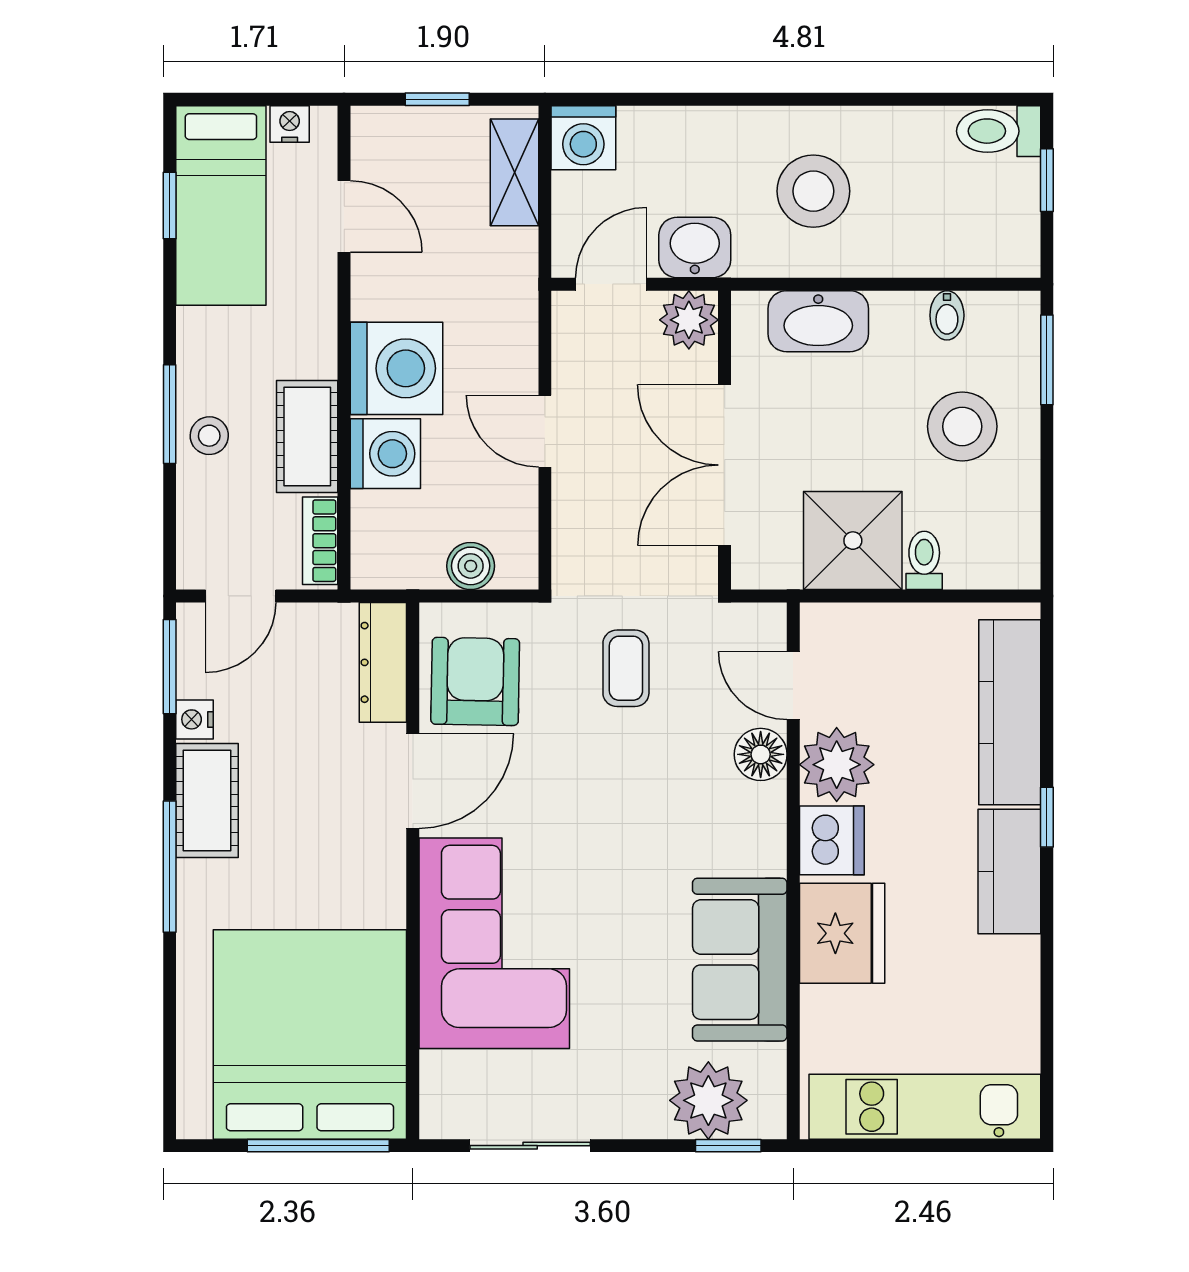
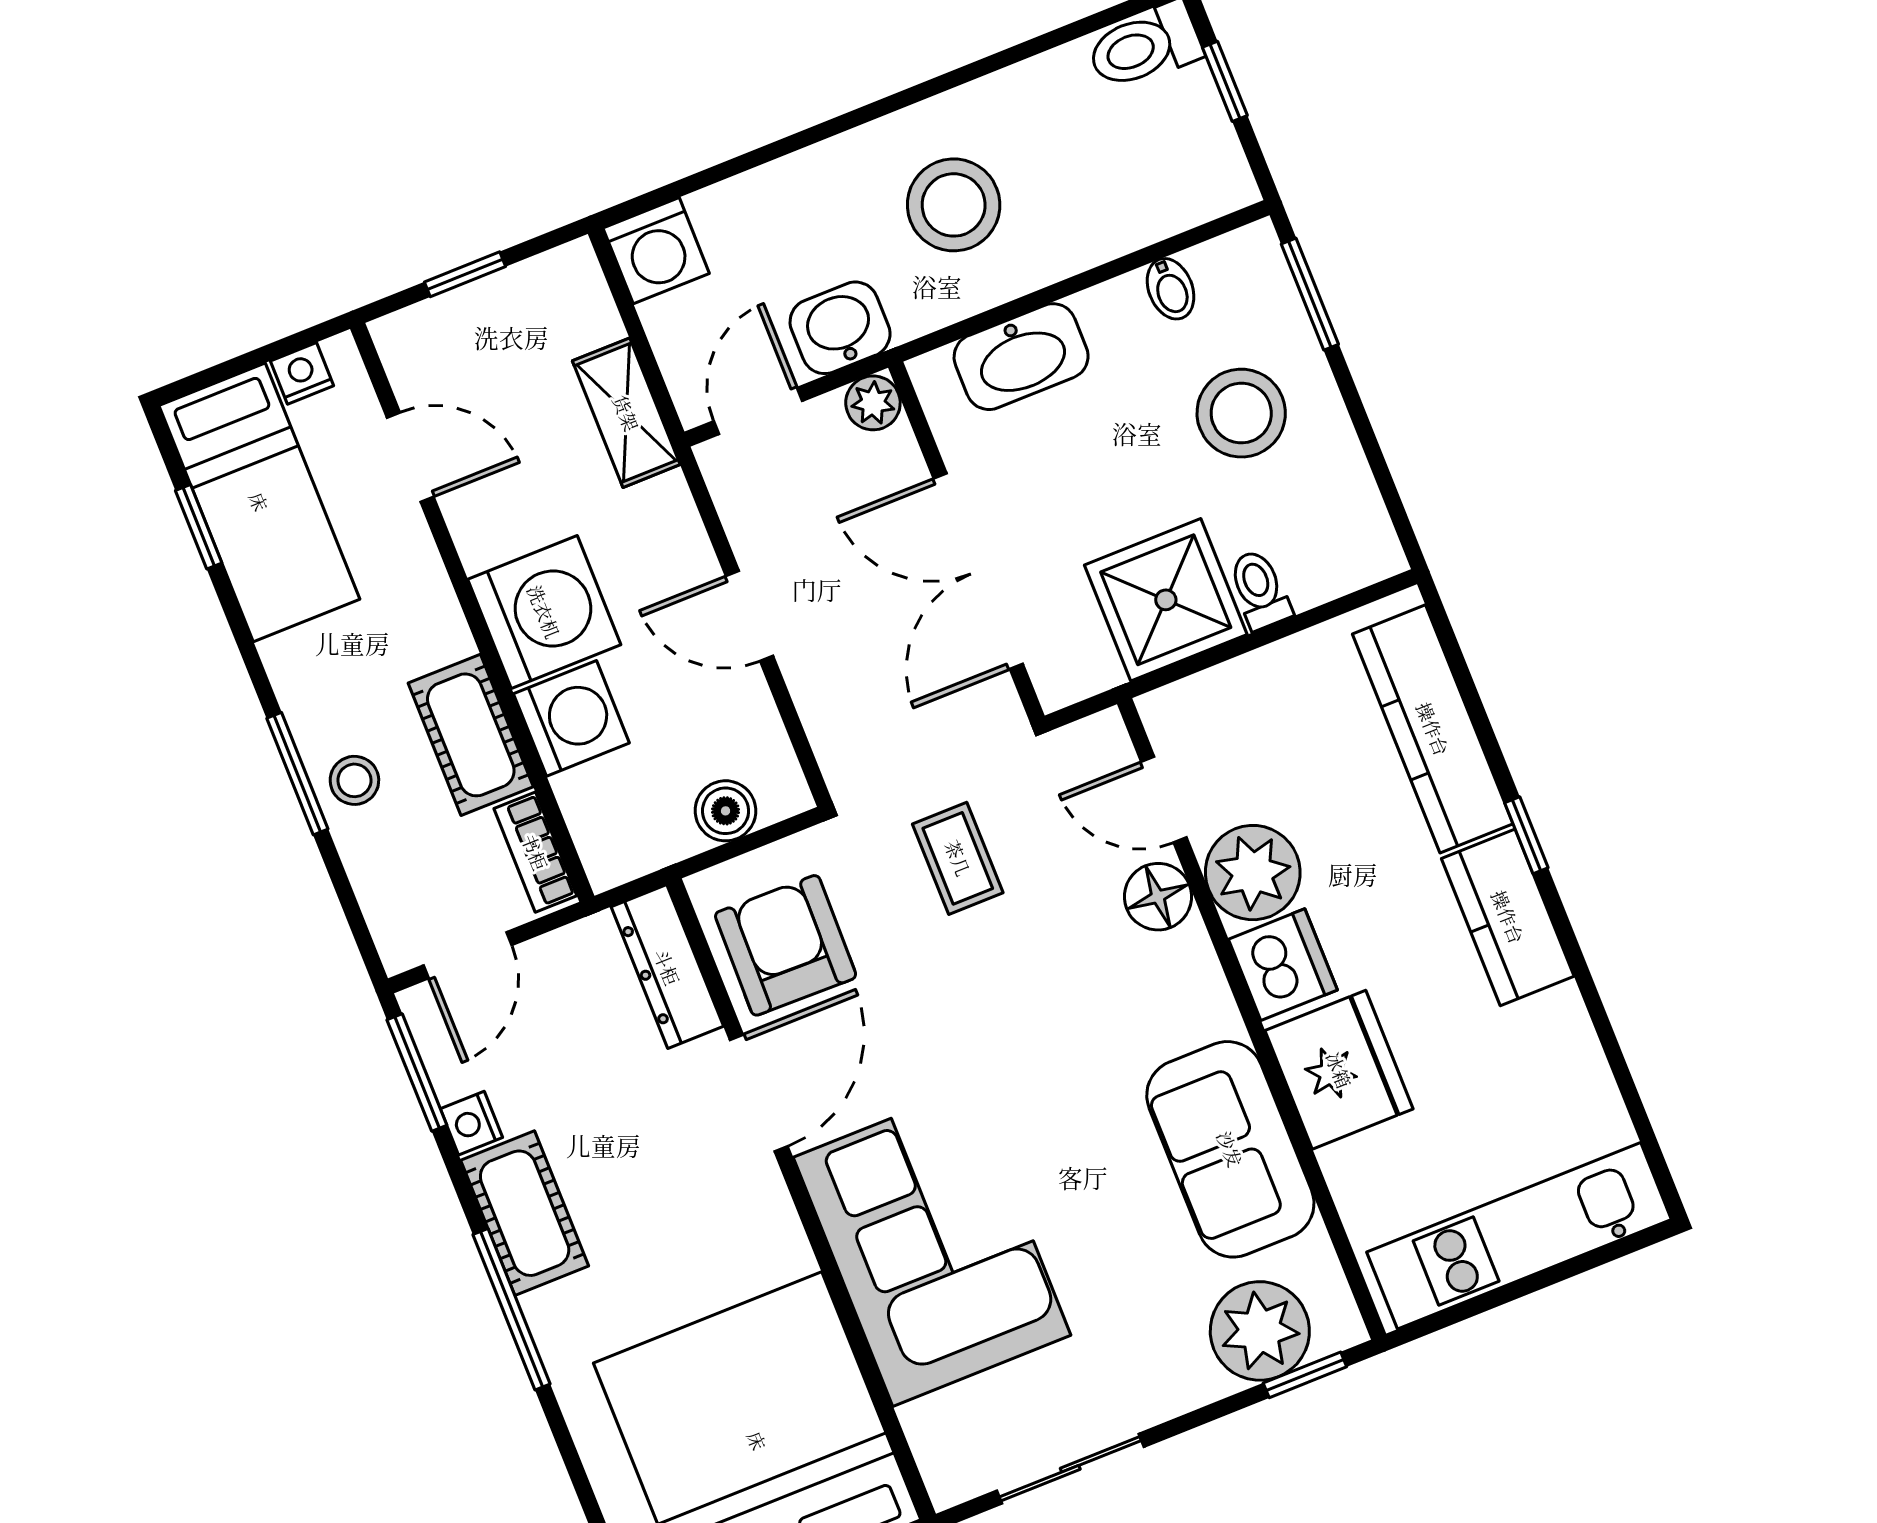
shelving: (514, 172) -> (626, 413), moved
plant: (689, 320) -> (873, 403), width x0.73, depth x0.73

